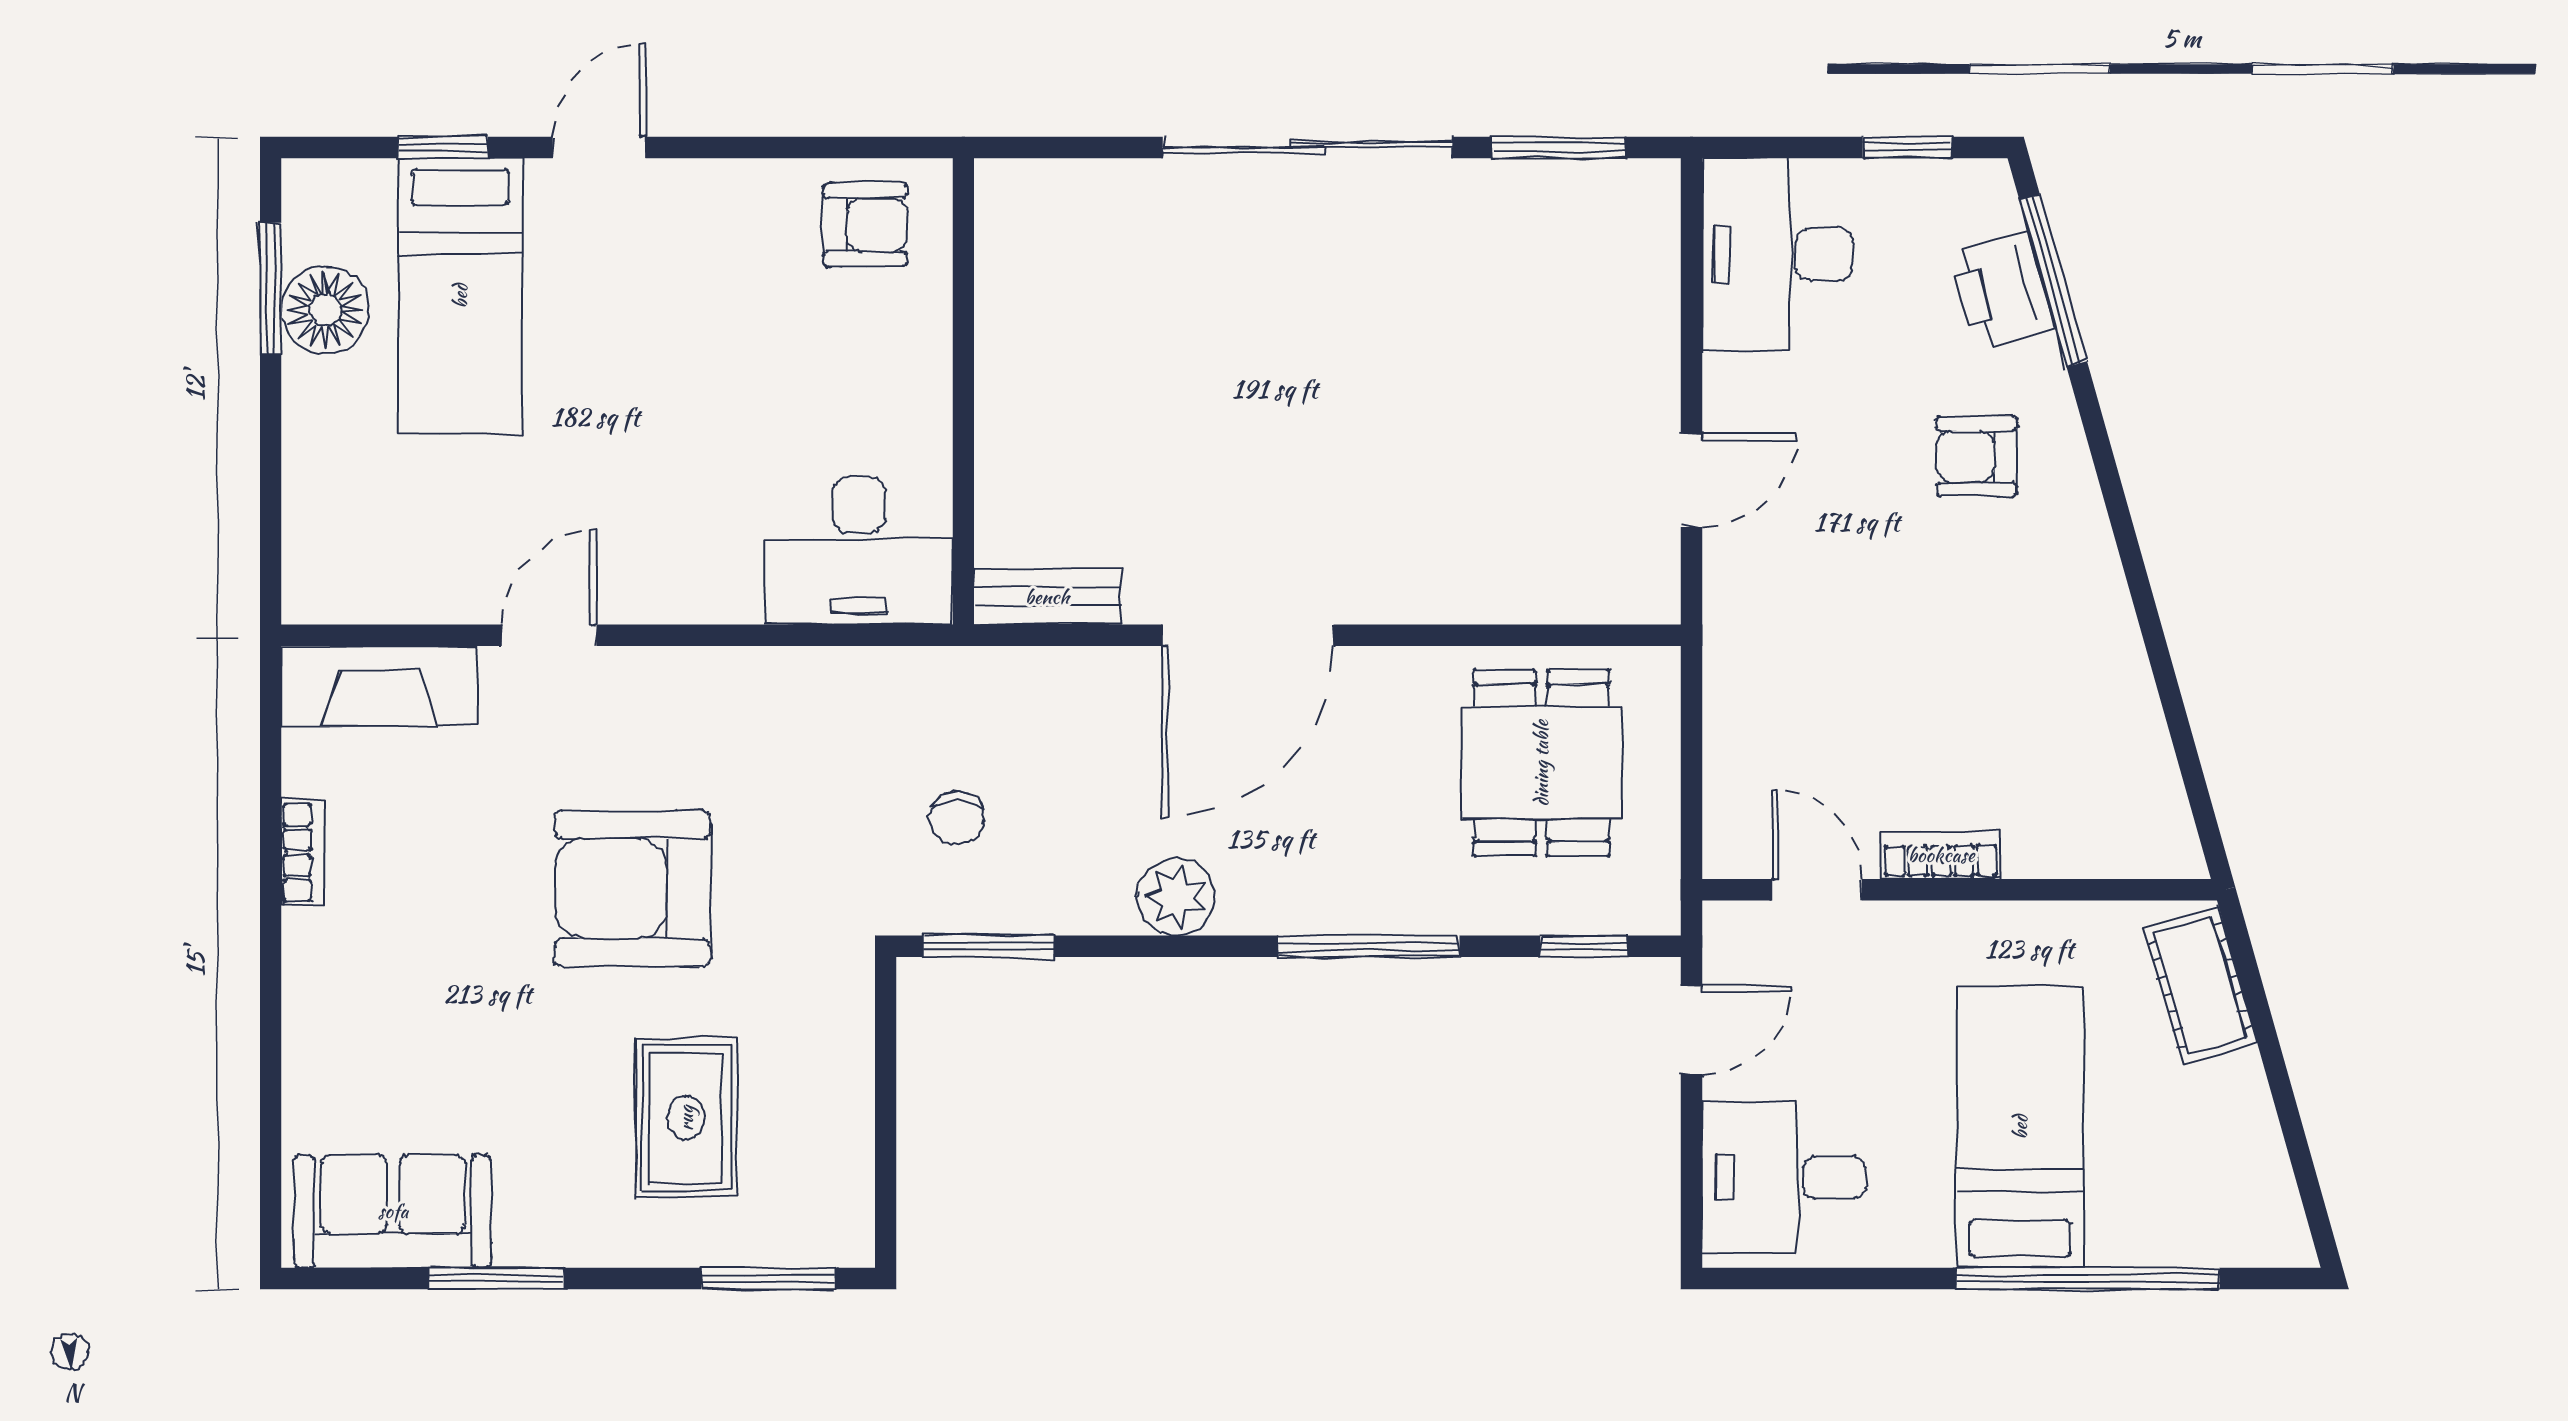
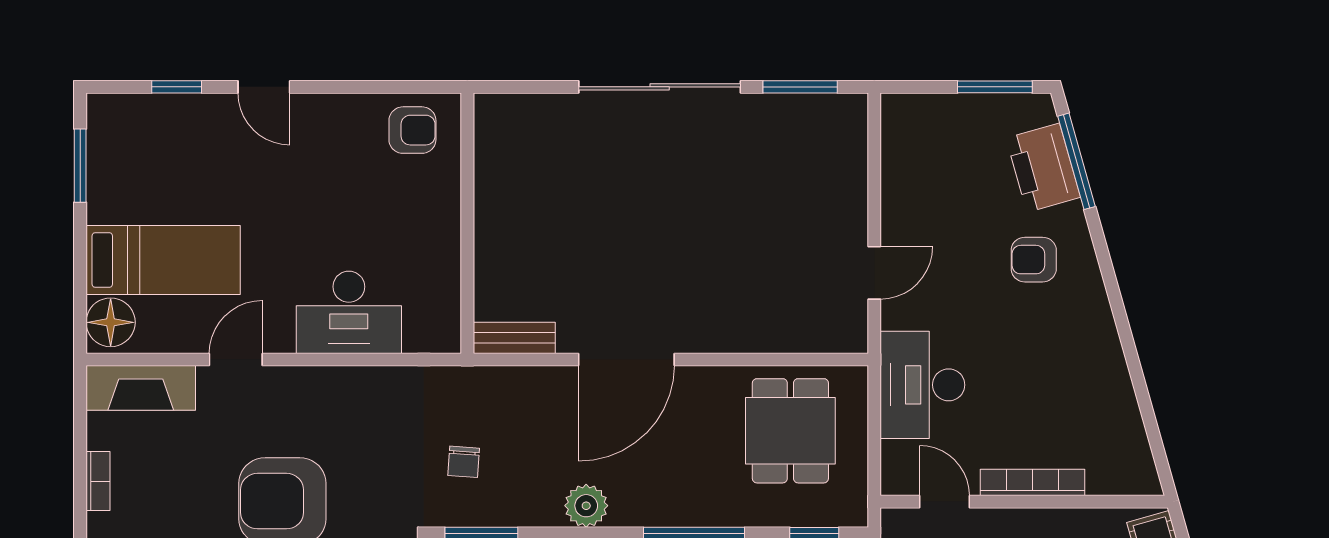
door: (599, 147) -> (264, 87), swing flipped
window: (1907, 147) -> (995, 87), width x1.50
desk: (1778, 254) -> (922, 385), moved
printer: (2001, 290) -> (1043, 168), width x1.37, depth x1.19
bed: (460, 296) -> (163, 260), moved, turned -90
floor lamp: (325, 310) -> (111, 322), moved
desk: (859, 551) -> (349, 312), moved
bookcase: (1941, 855) -> (1032, 482), width x1.56

